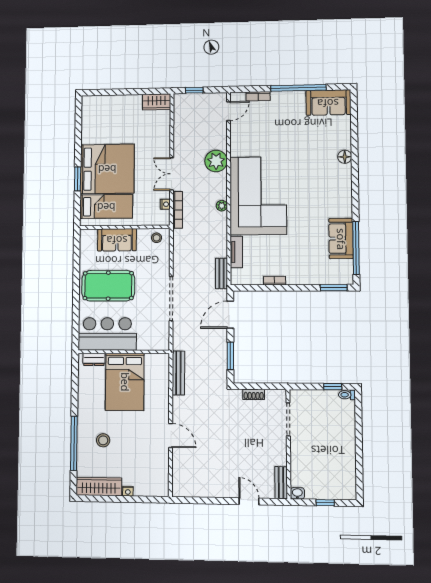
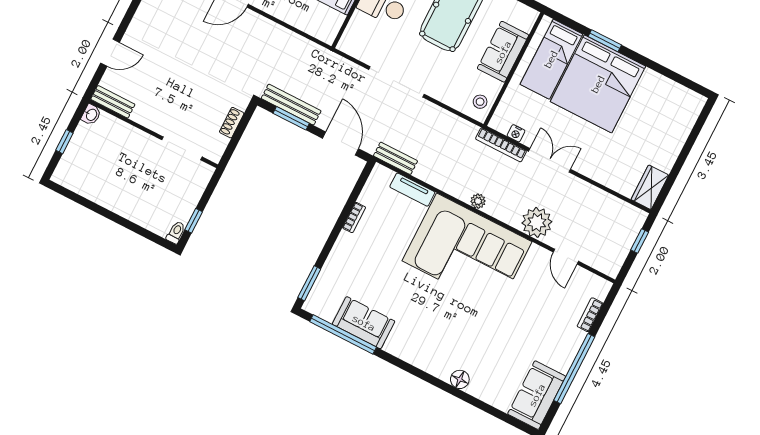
door: (228, 111) -> (566, 257), moved
bench: (178, 373) -> (291, 105), moved

